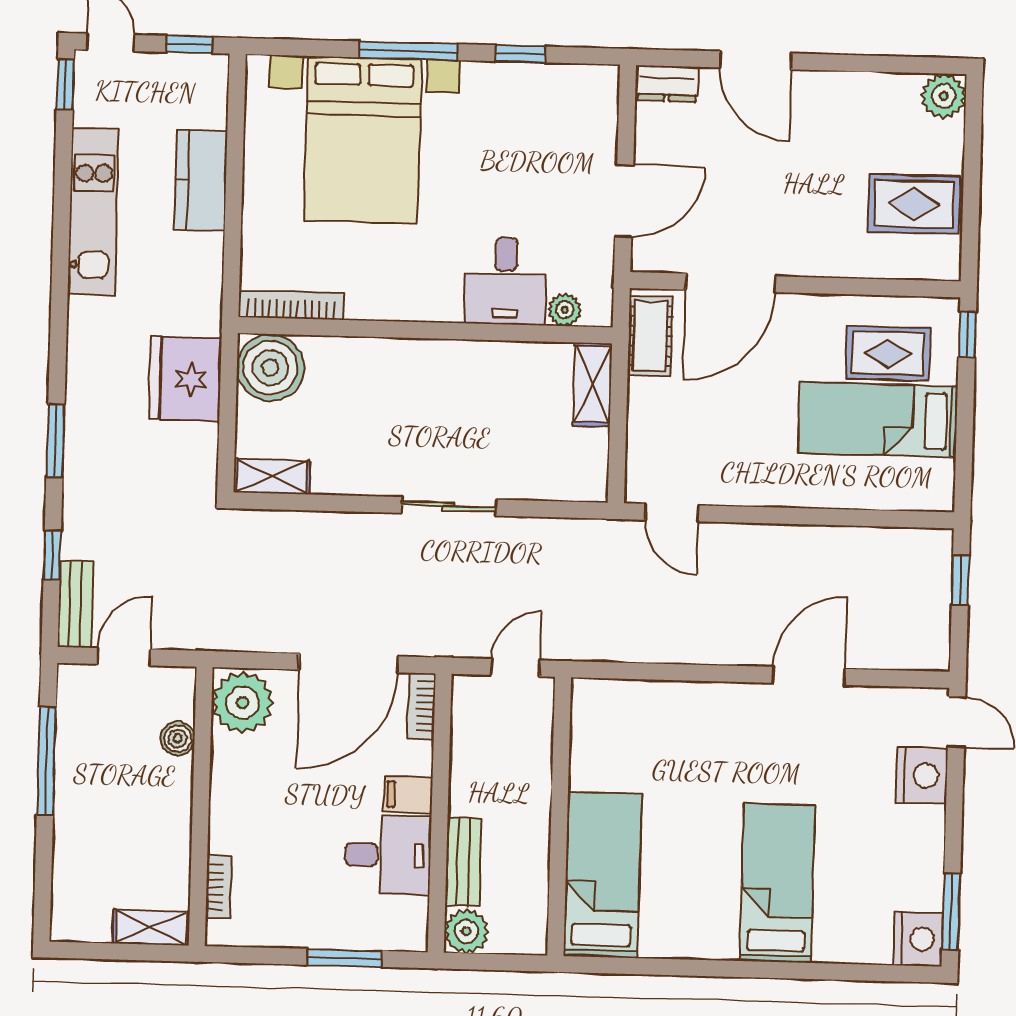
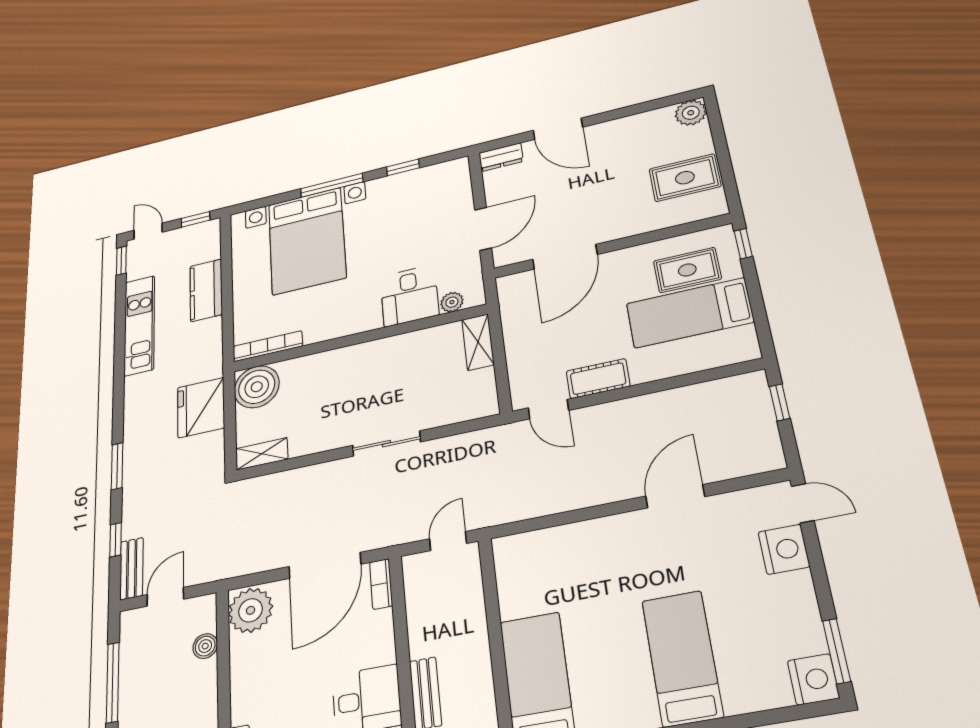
cot: (650, 336) -> (598, 379), moved, turned 90
filing cabinet: (408, 795) -> (378, 651), removed

